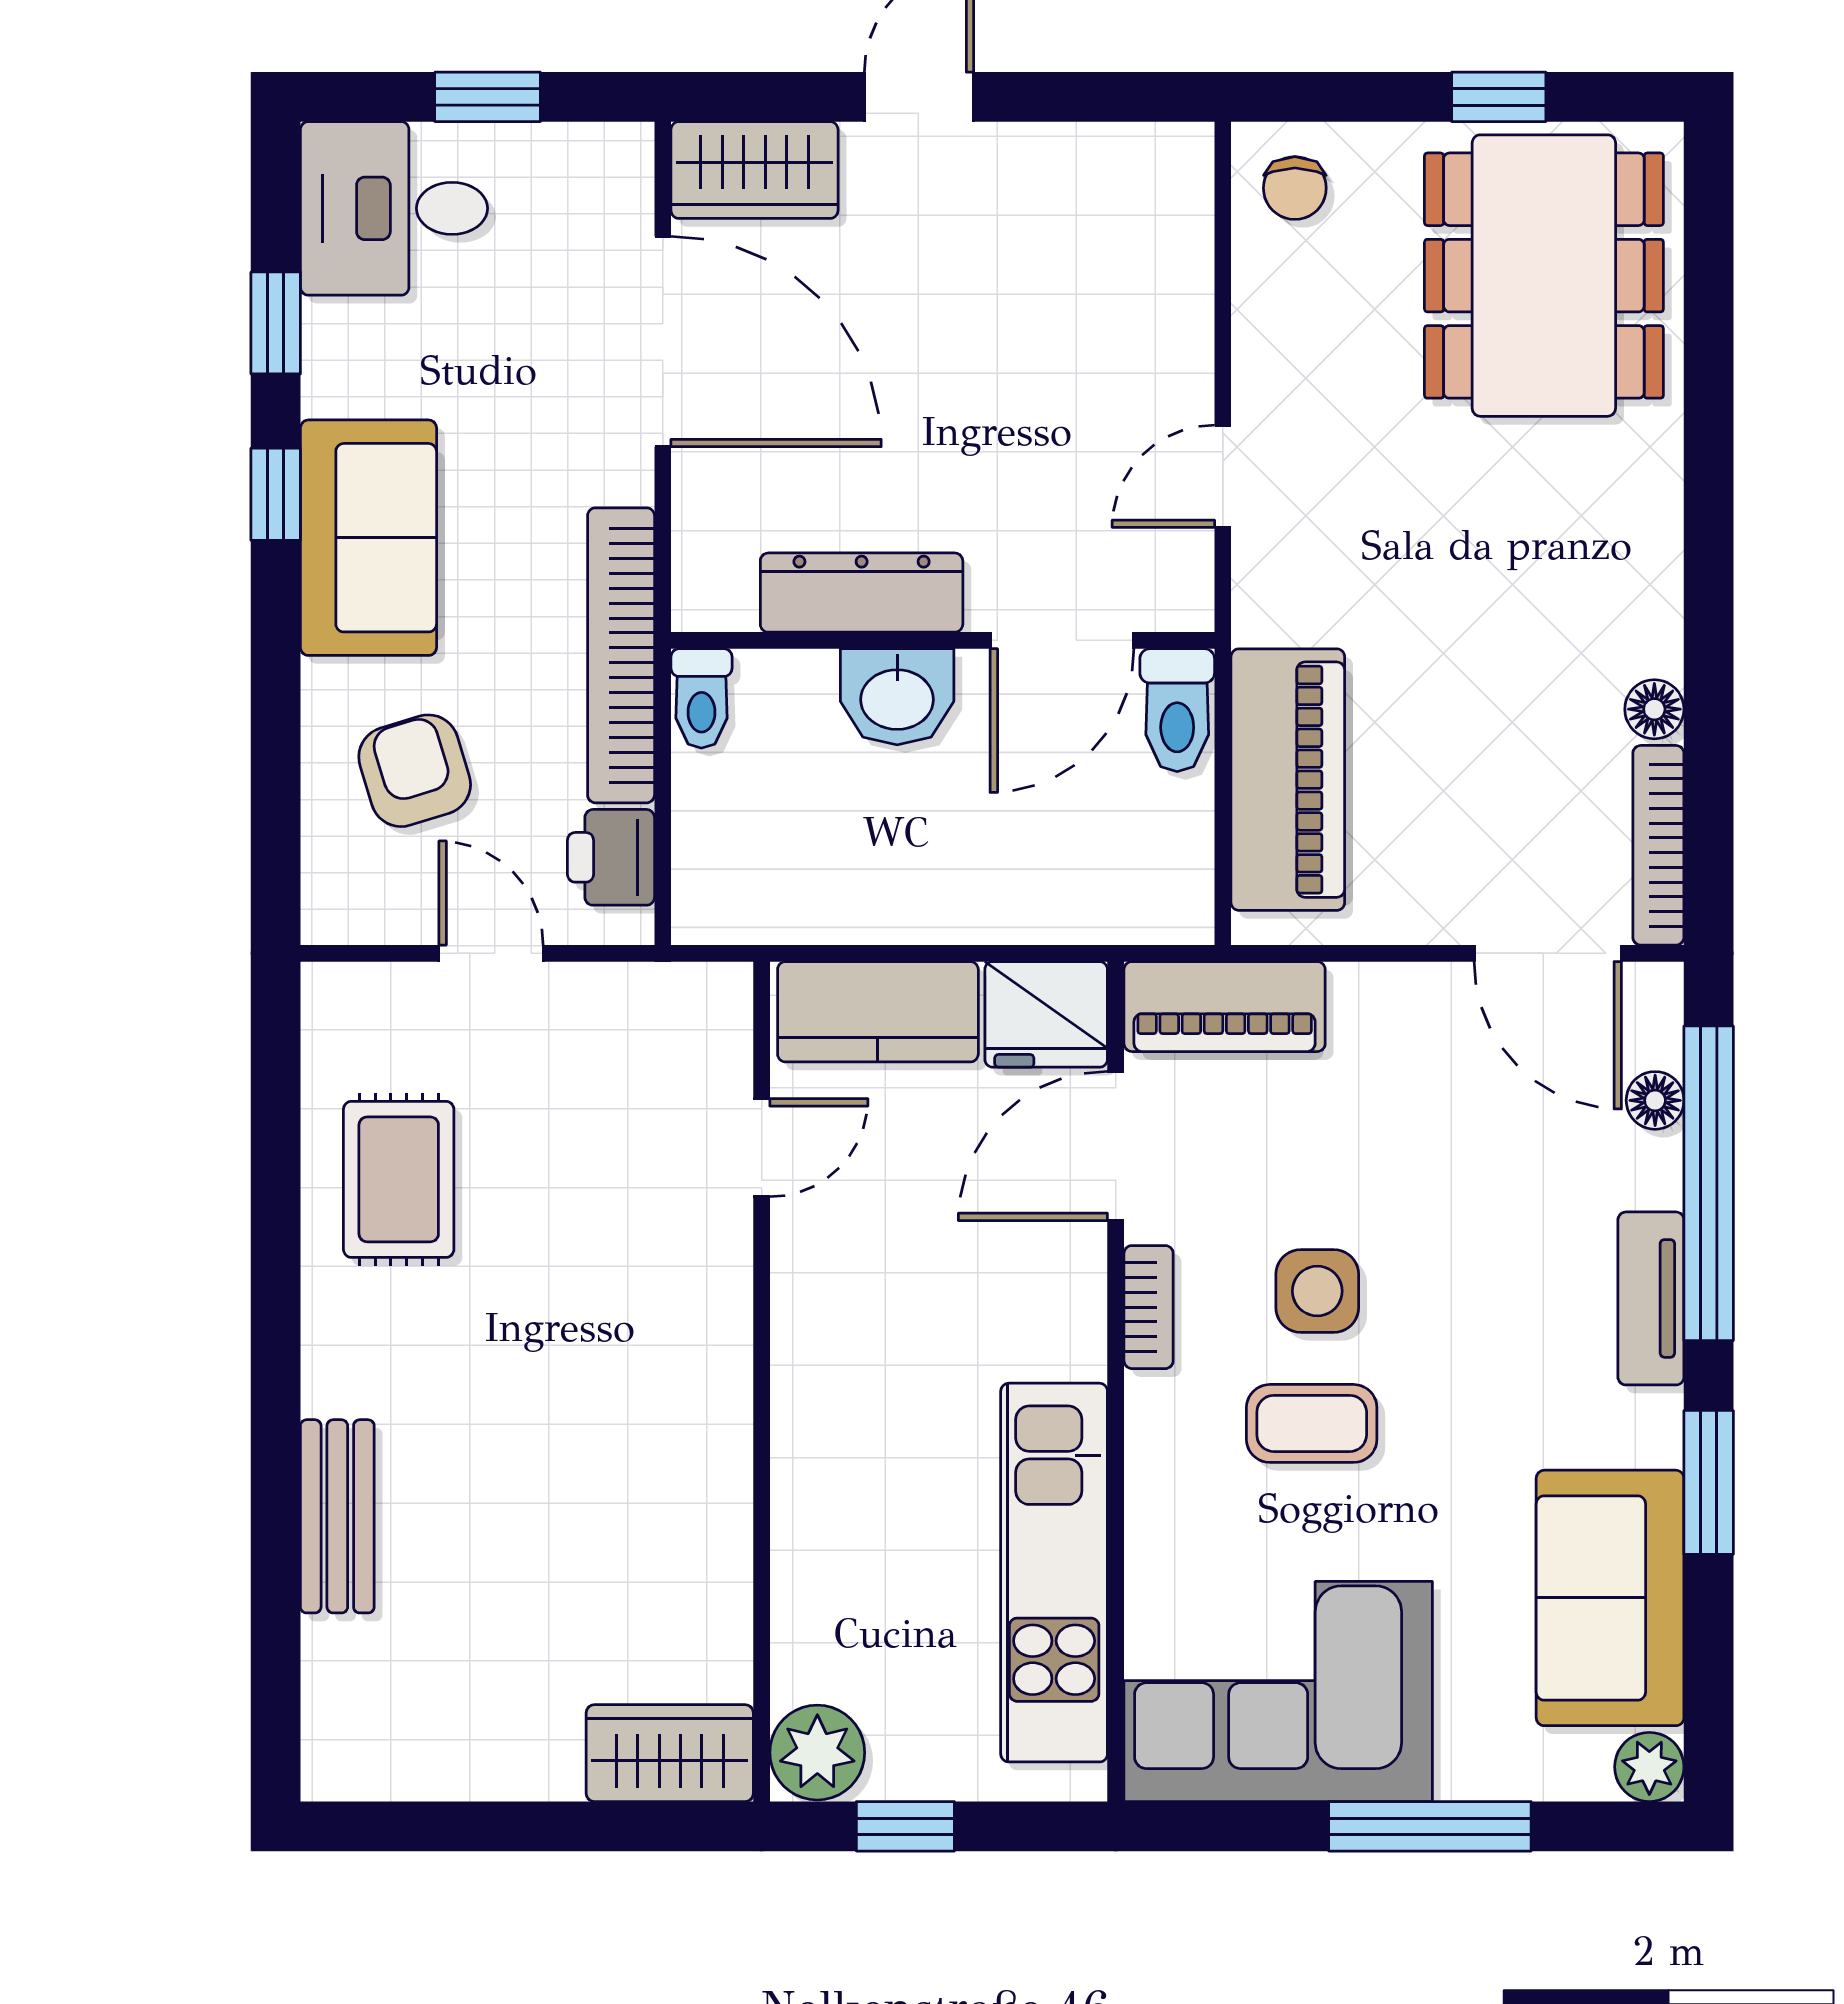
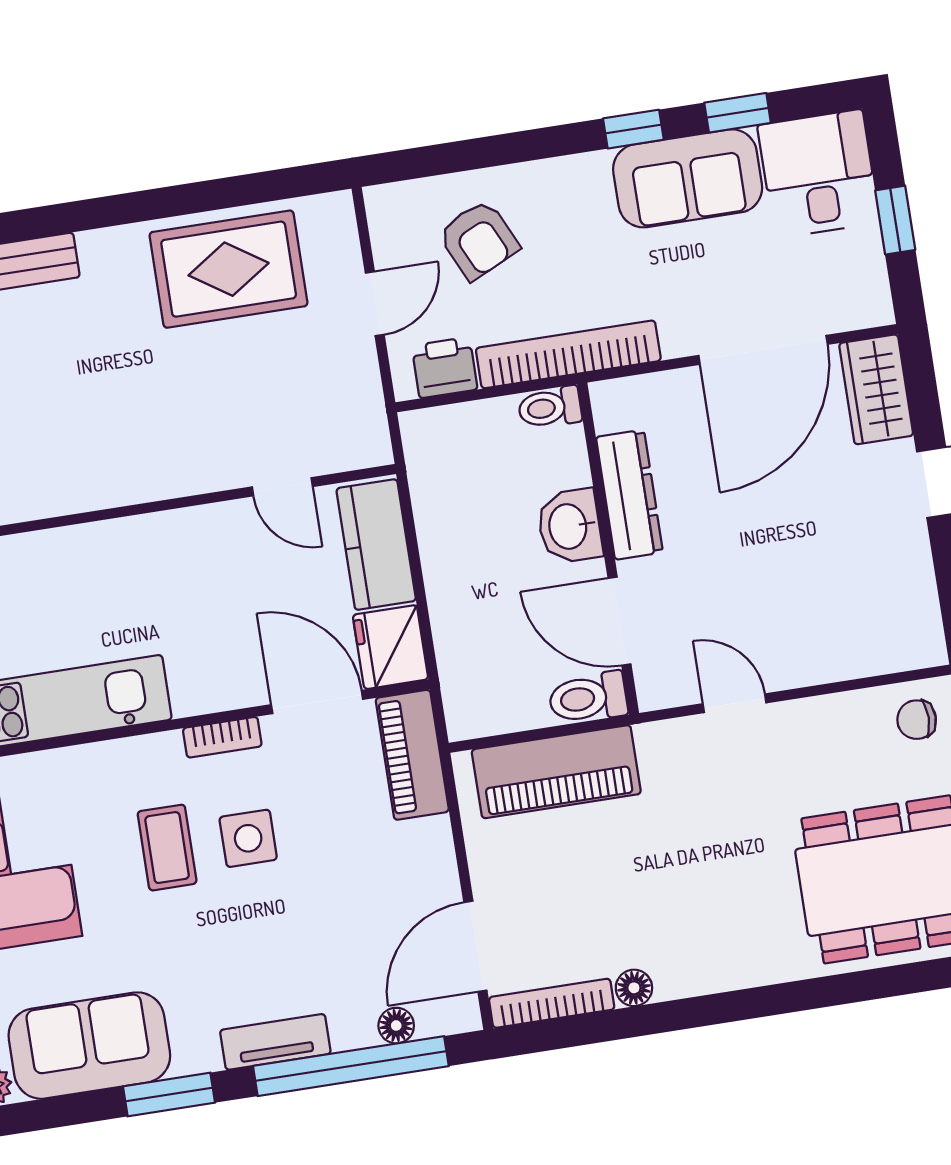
sofa: (368, 538) -> (688, 178), moved
armchair: (415, 771) -> (479, 240), turned 82
rug: (399, 1179) -> (229, 269), width x1.36, depth x1.43

